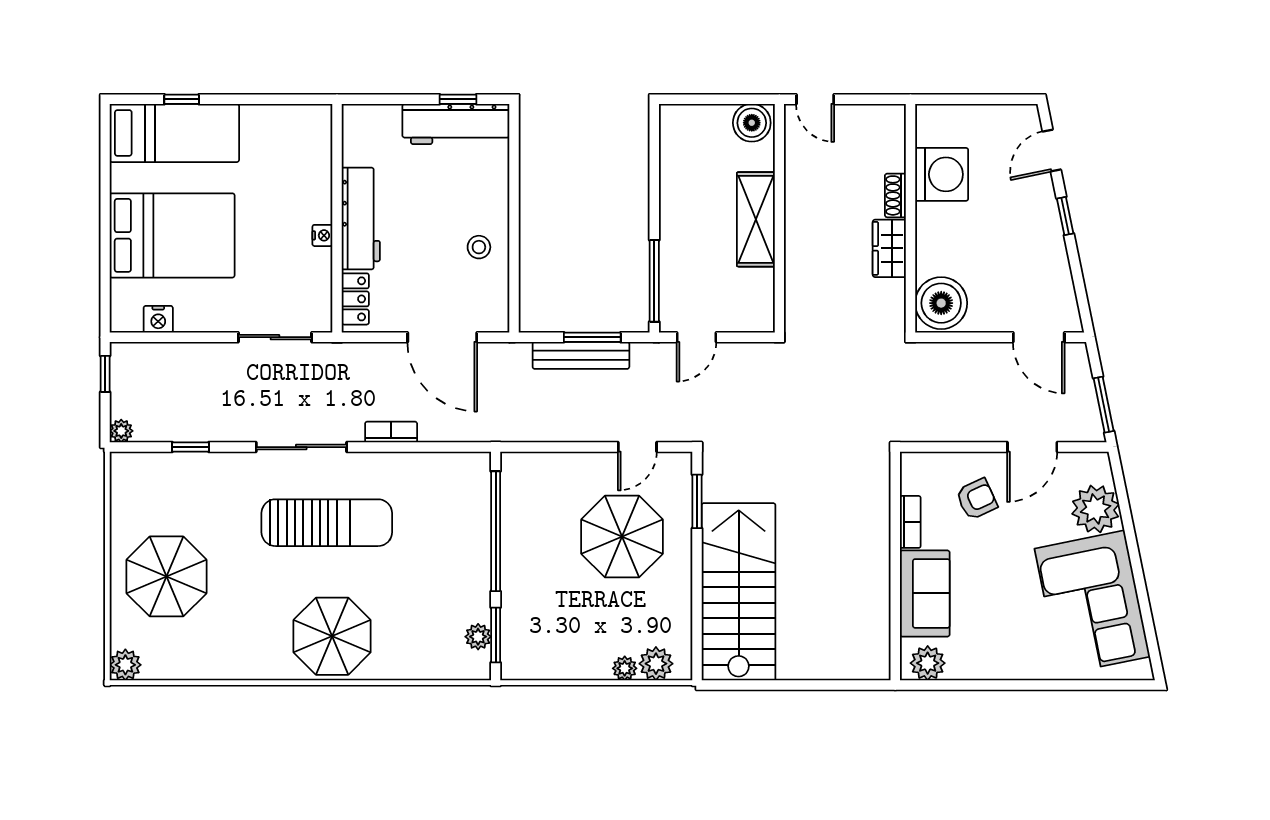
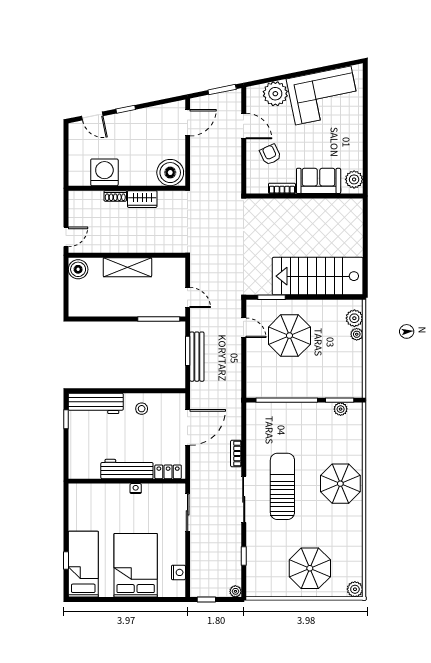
workbench: (456, 124) -> (96, 403), moved, turned 90

